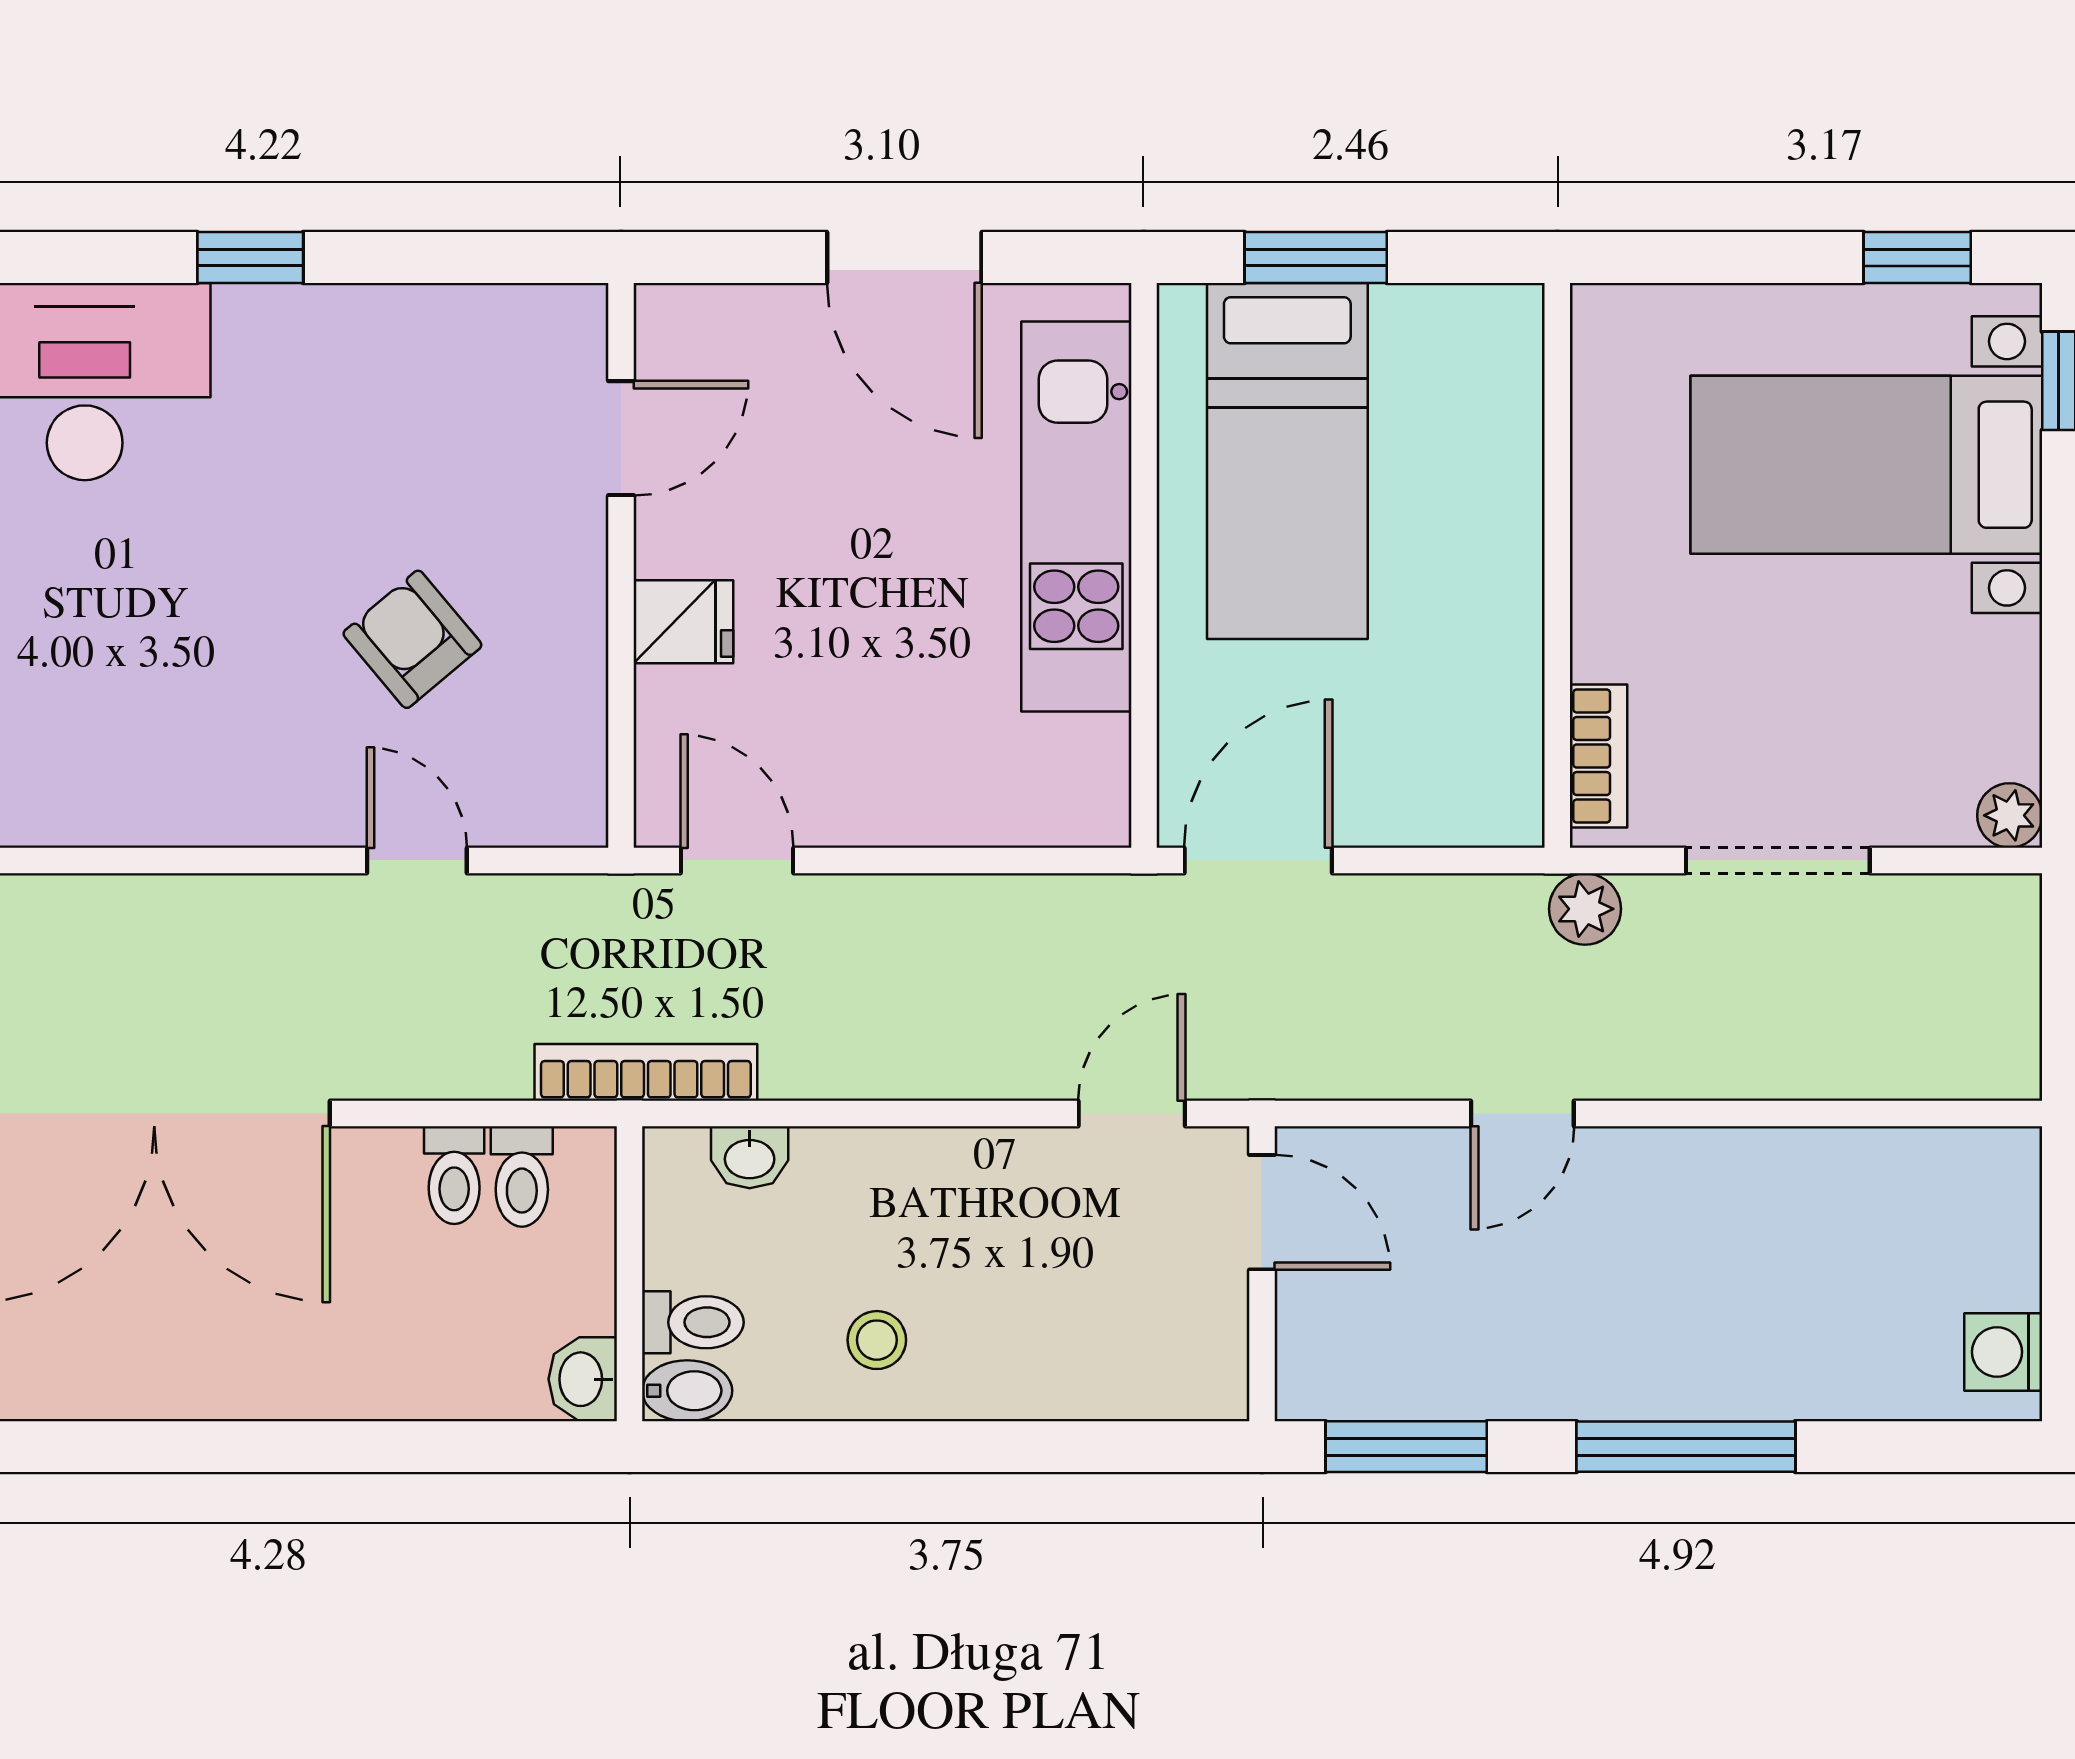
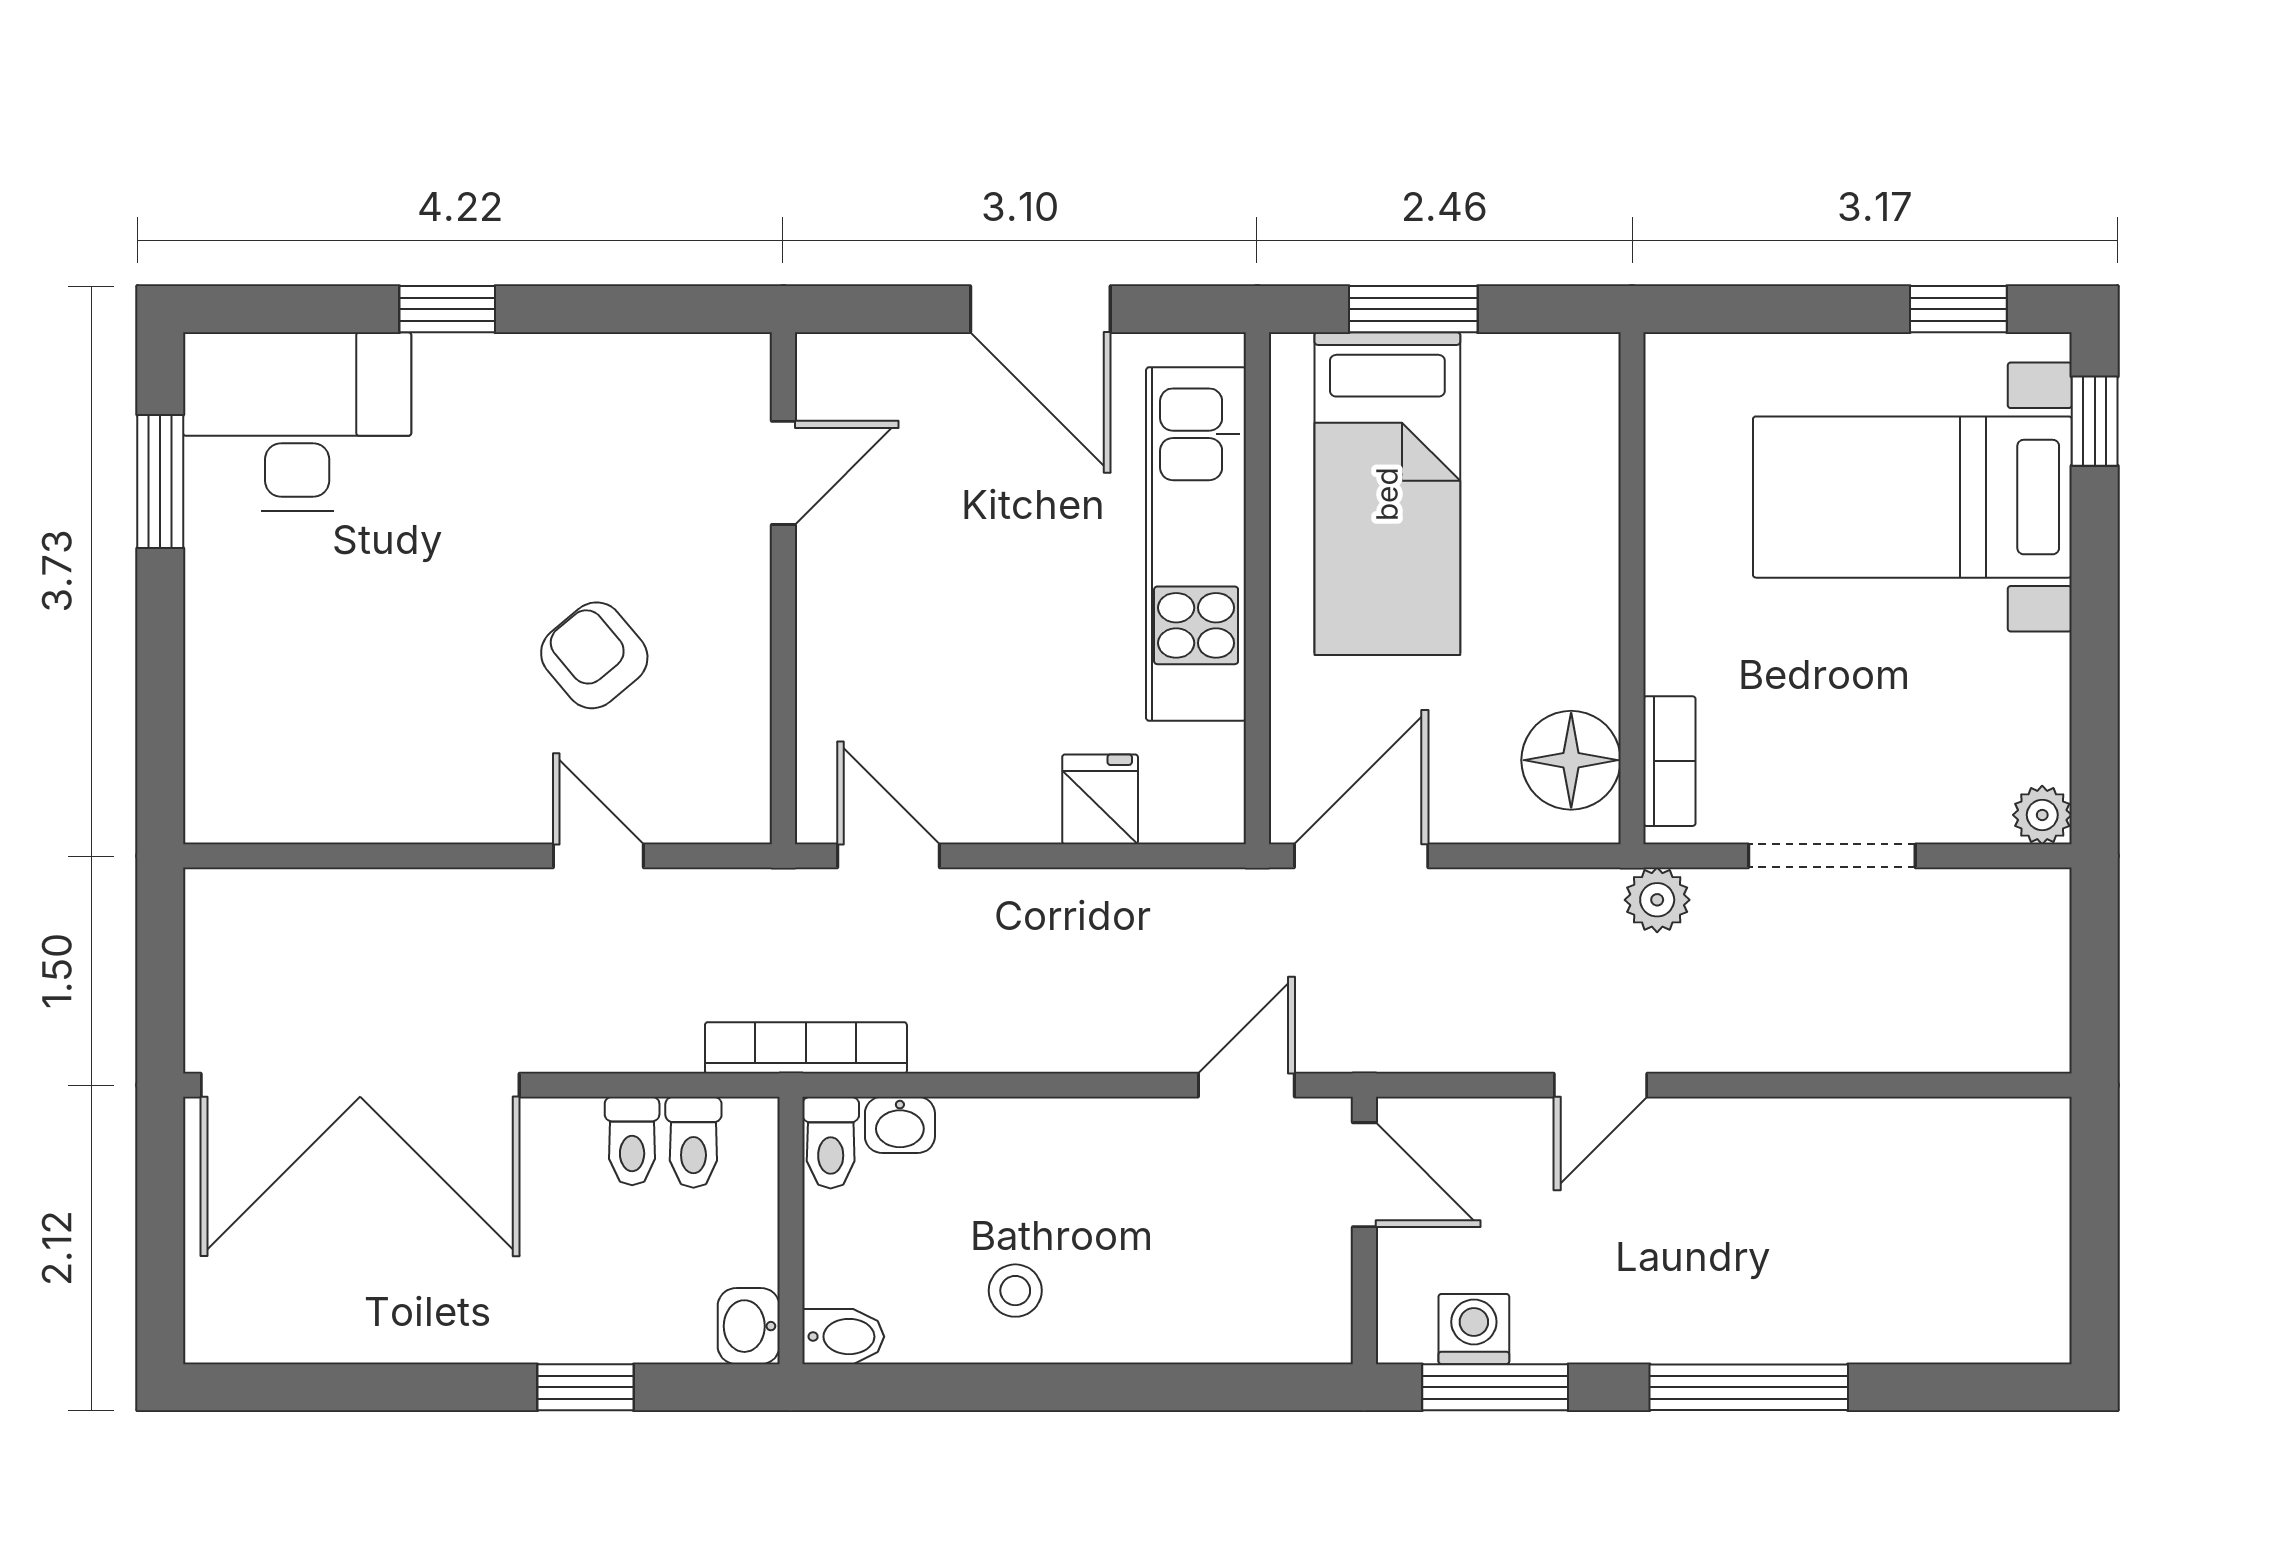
fridge: (683, 622) -> (1100, 799), moved, turned -90
floor lamp: (1490, 755) -> (1571, 760), added
toilet: (693, 1322) -> (831, 1143), moved, turned 90
washing machine: (2003, 1352) -> (1474, 1329), moved, turned 90
window: (403, 1447) -> (585, 1387), added

